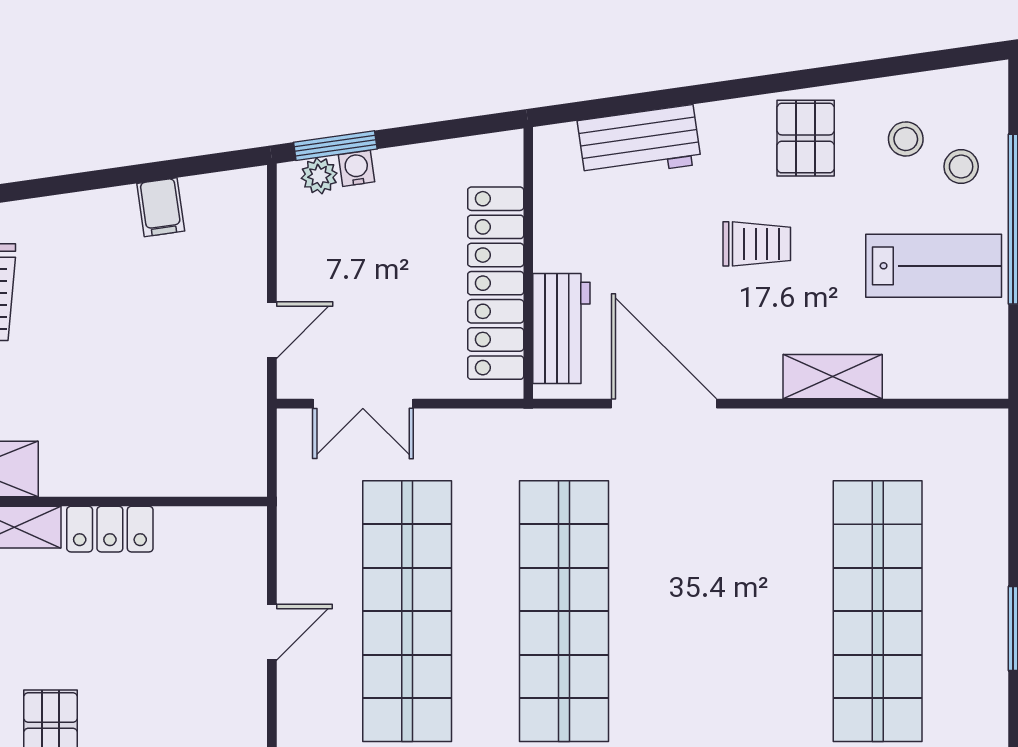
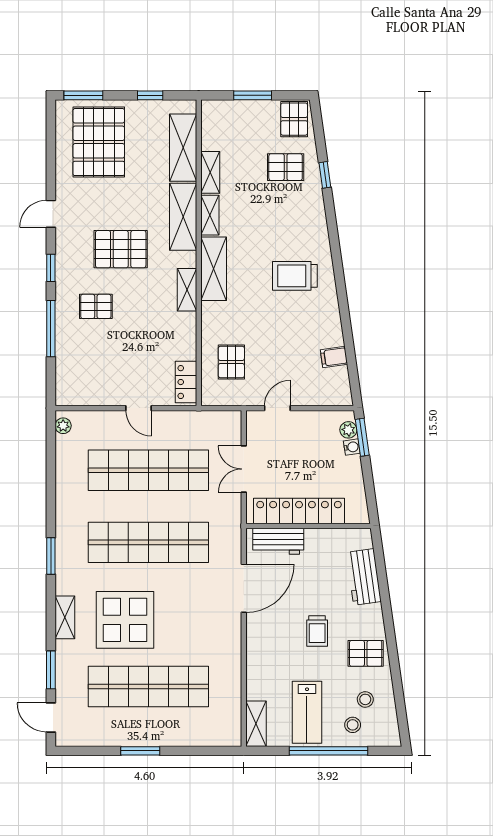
door: (272, 330) -> (277, 408), swing flipped
shelving: (833, 377) -> (256, 724), moved
double door: (363, 404) -> (244, 469), moved
pallet: (172, 430) -> (231, 362), added
locker: (110, 529) -> (186, 382), moved
display table: (733, 662) -> (125, 620), added

